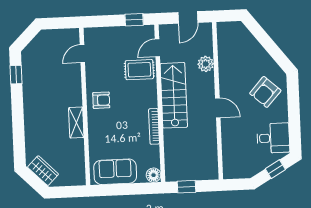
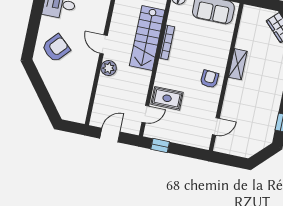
plant: (206, 64) -> (109, 68), moved
stairs: (174, 95) -> (147, 38), moved
armchair: (101, 100) -> (209, 79), turned 94

